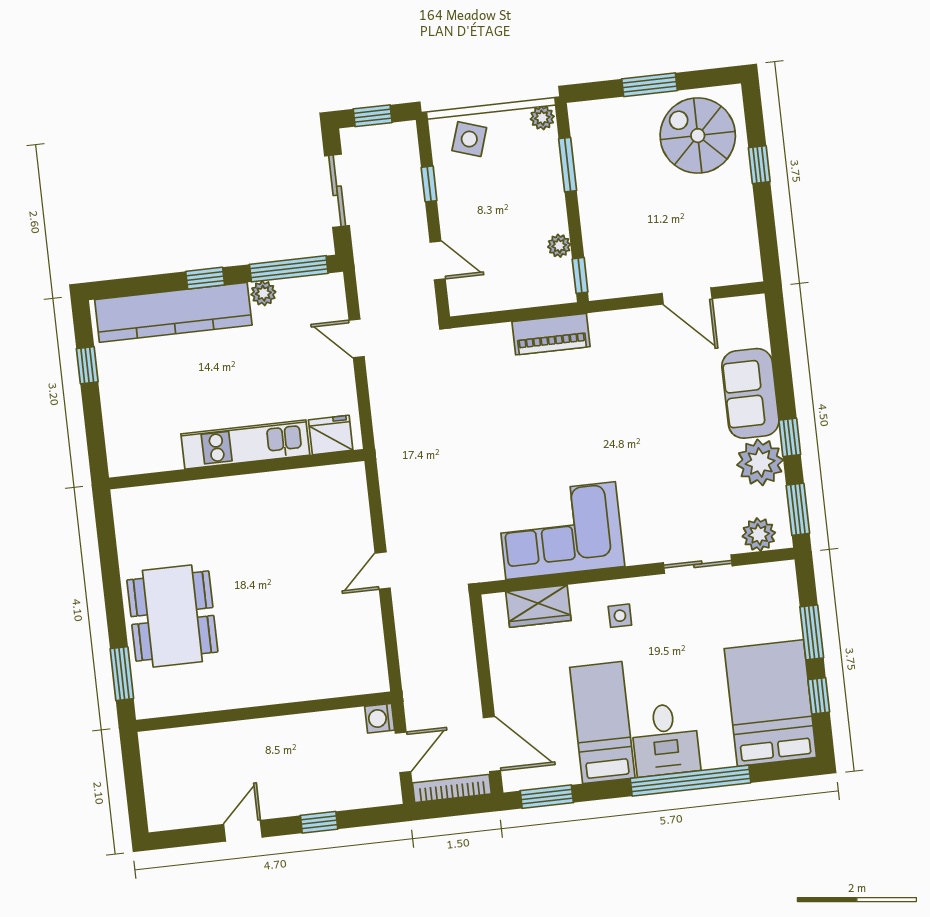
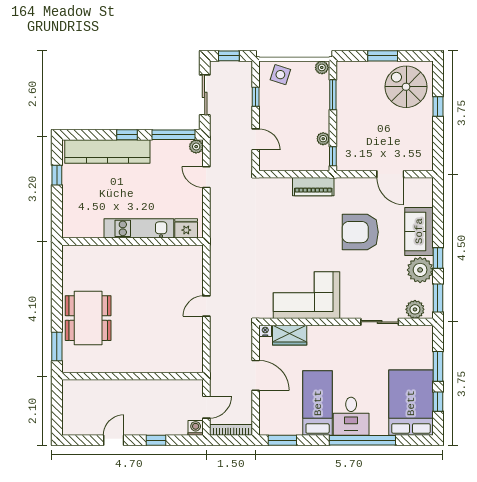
plant: (263, 293) -> (196, 147), moved
armchair: (645, 406) -> (360, 232), added
nightstand: (494, 603) -> (265, 331), added
side table: (620, 616) -> (334, 345), removed
washing machine: (380, 718) -> (196, 428), moved, turned 90
door: (492, 744) -> (256, 375), moved

